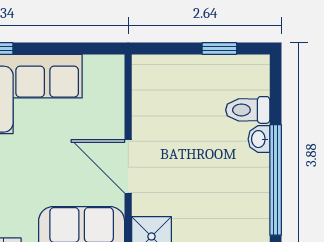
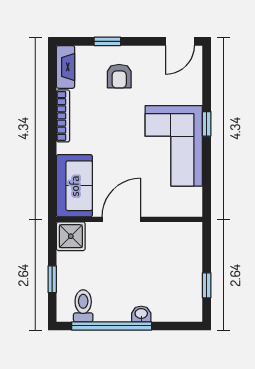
toilet: (248, 110) -> (83, 306), moved

